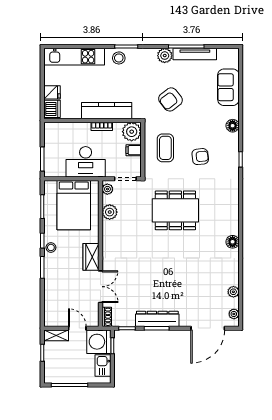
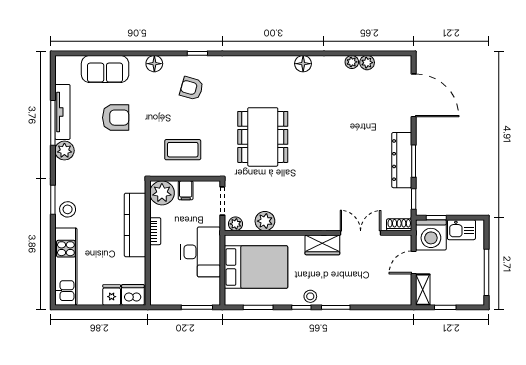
armchair: (170, 99) -> (116, 118), moved, turned -52
armchair: (200, 157) -> (192, 88), moved, turned -68
plant: (234, 314) -> (352, 62), moved

